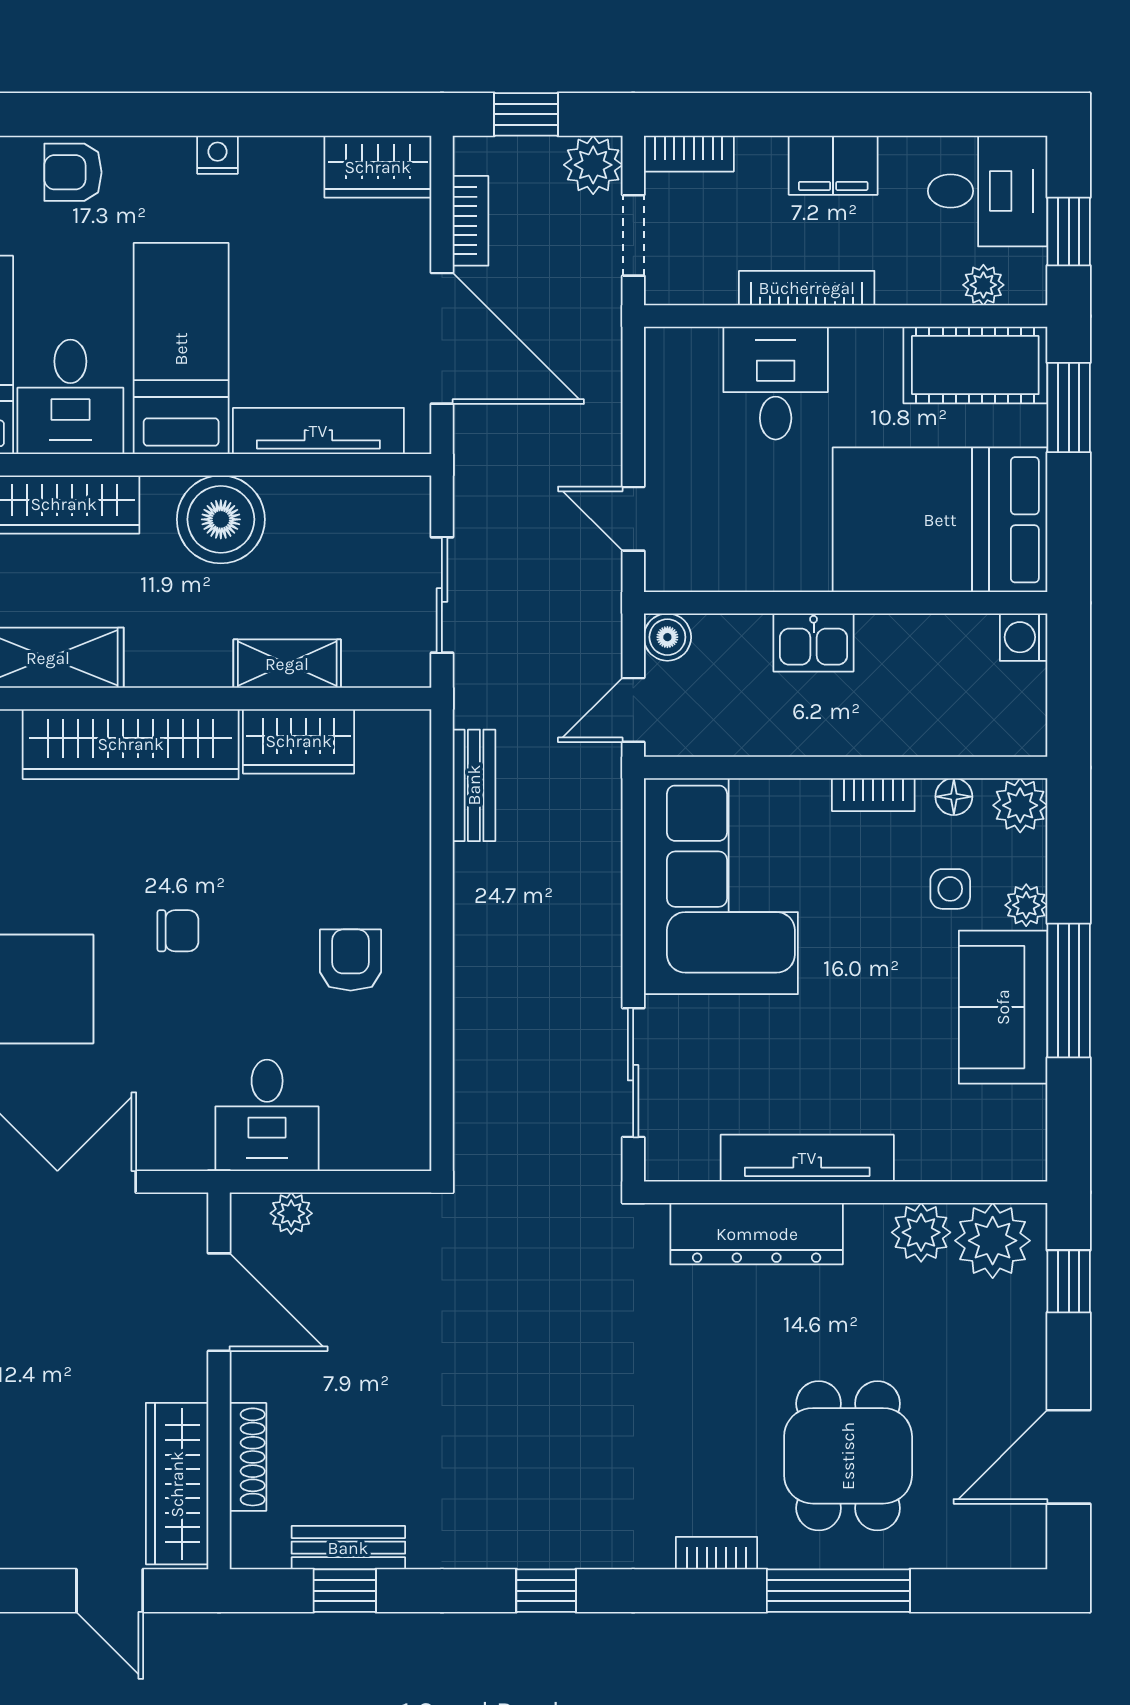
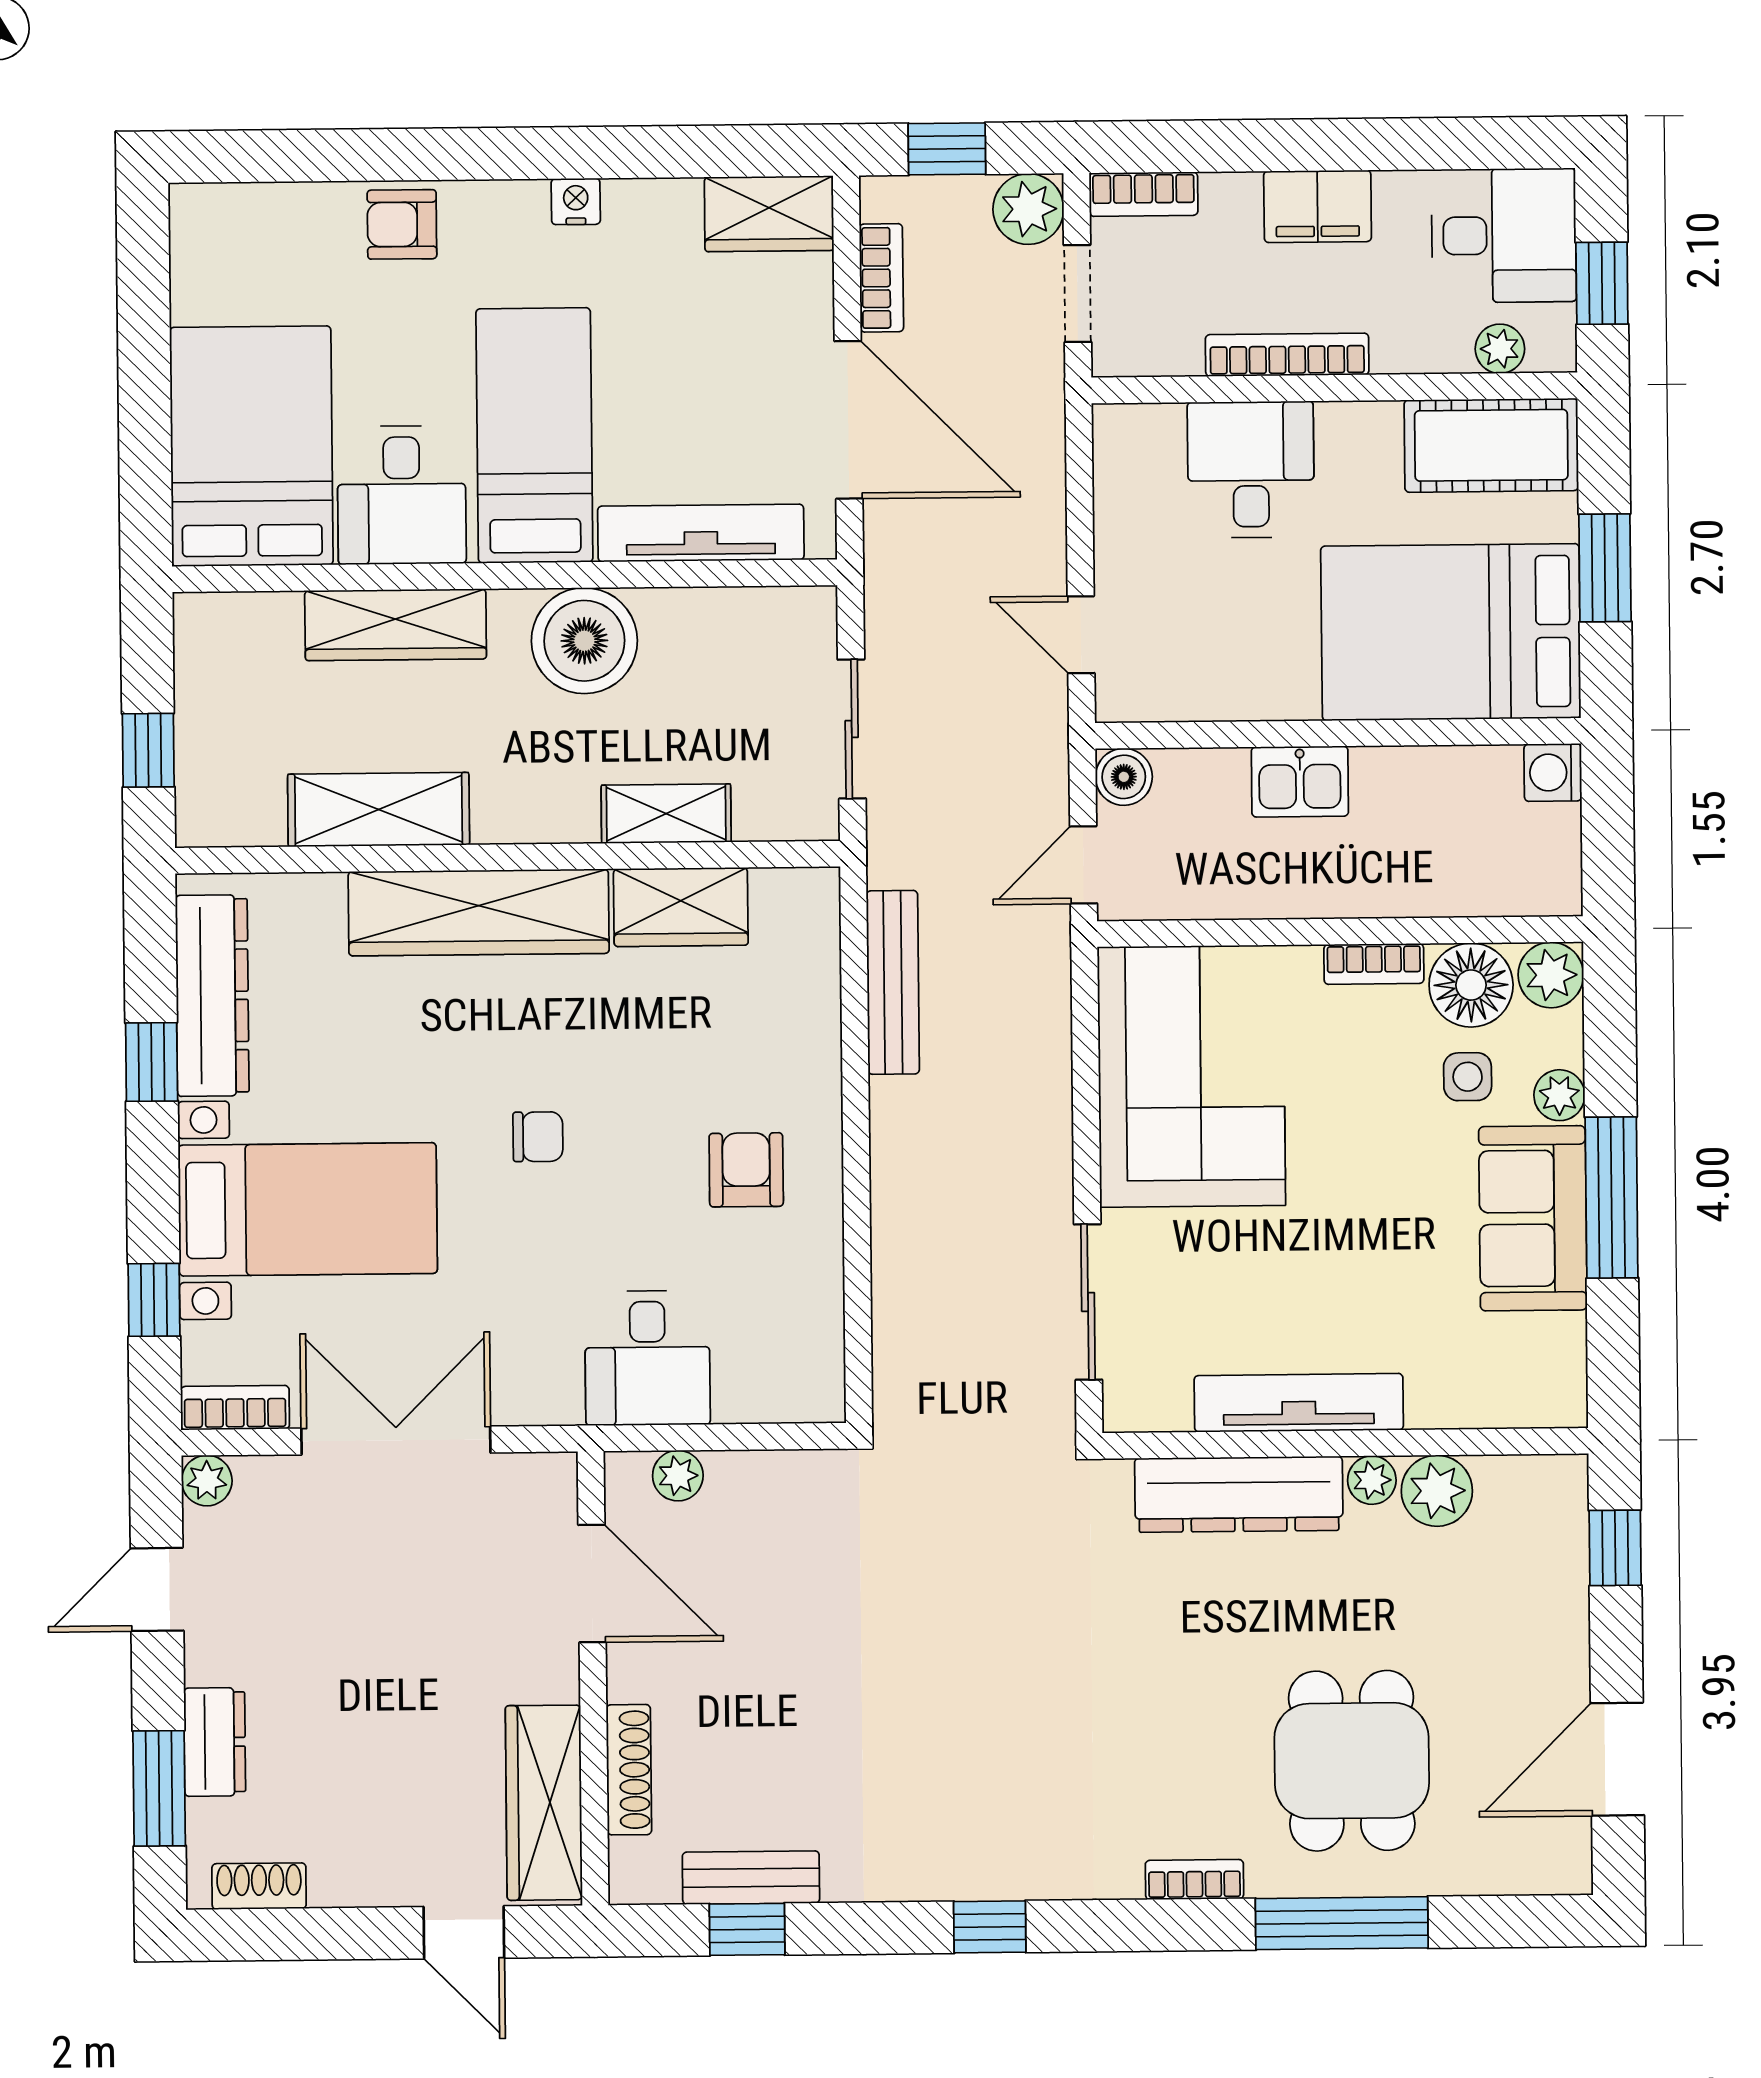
window: (1069, 408) -> (1605, 568), moved
bench: (474, 785) -> (893, 982), width x1.36
floor lamp: (954, 797) -> (1471, 985), width x1.89, depth x1.89
plant: (993, 1241) -> (1372, 1480), moved, width x0.53, depth x0.53

